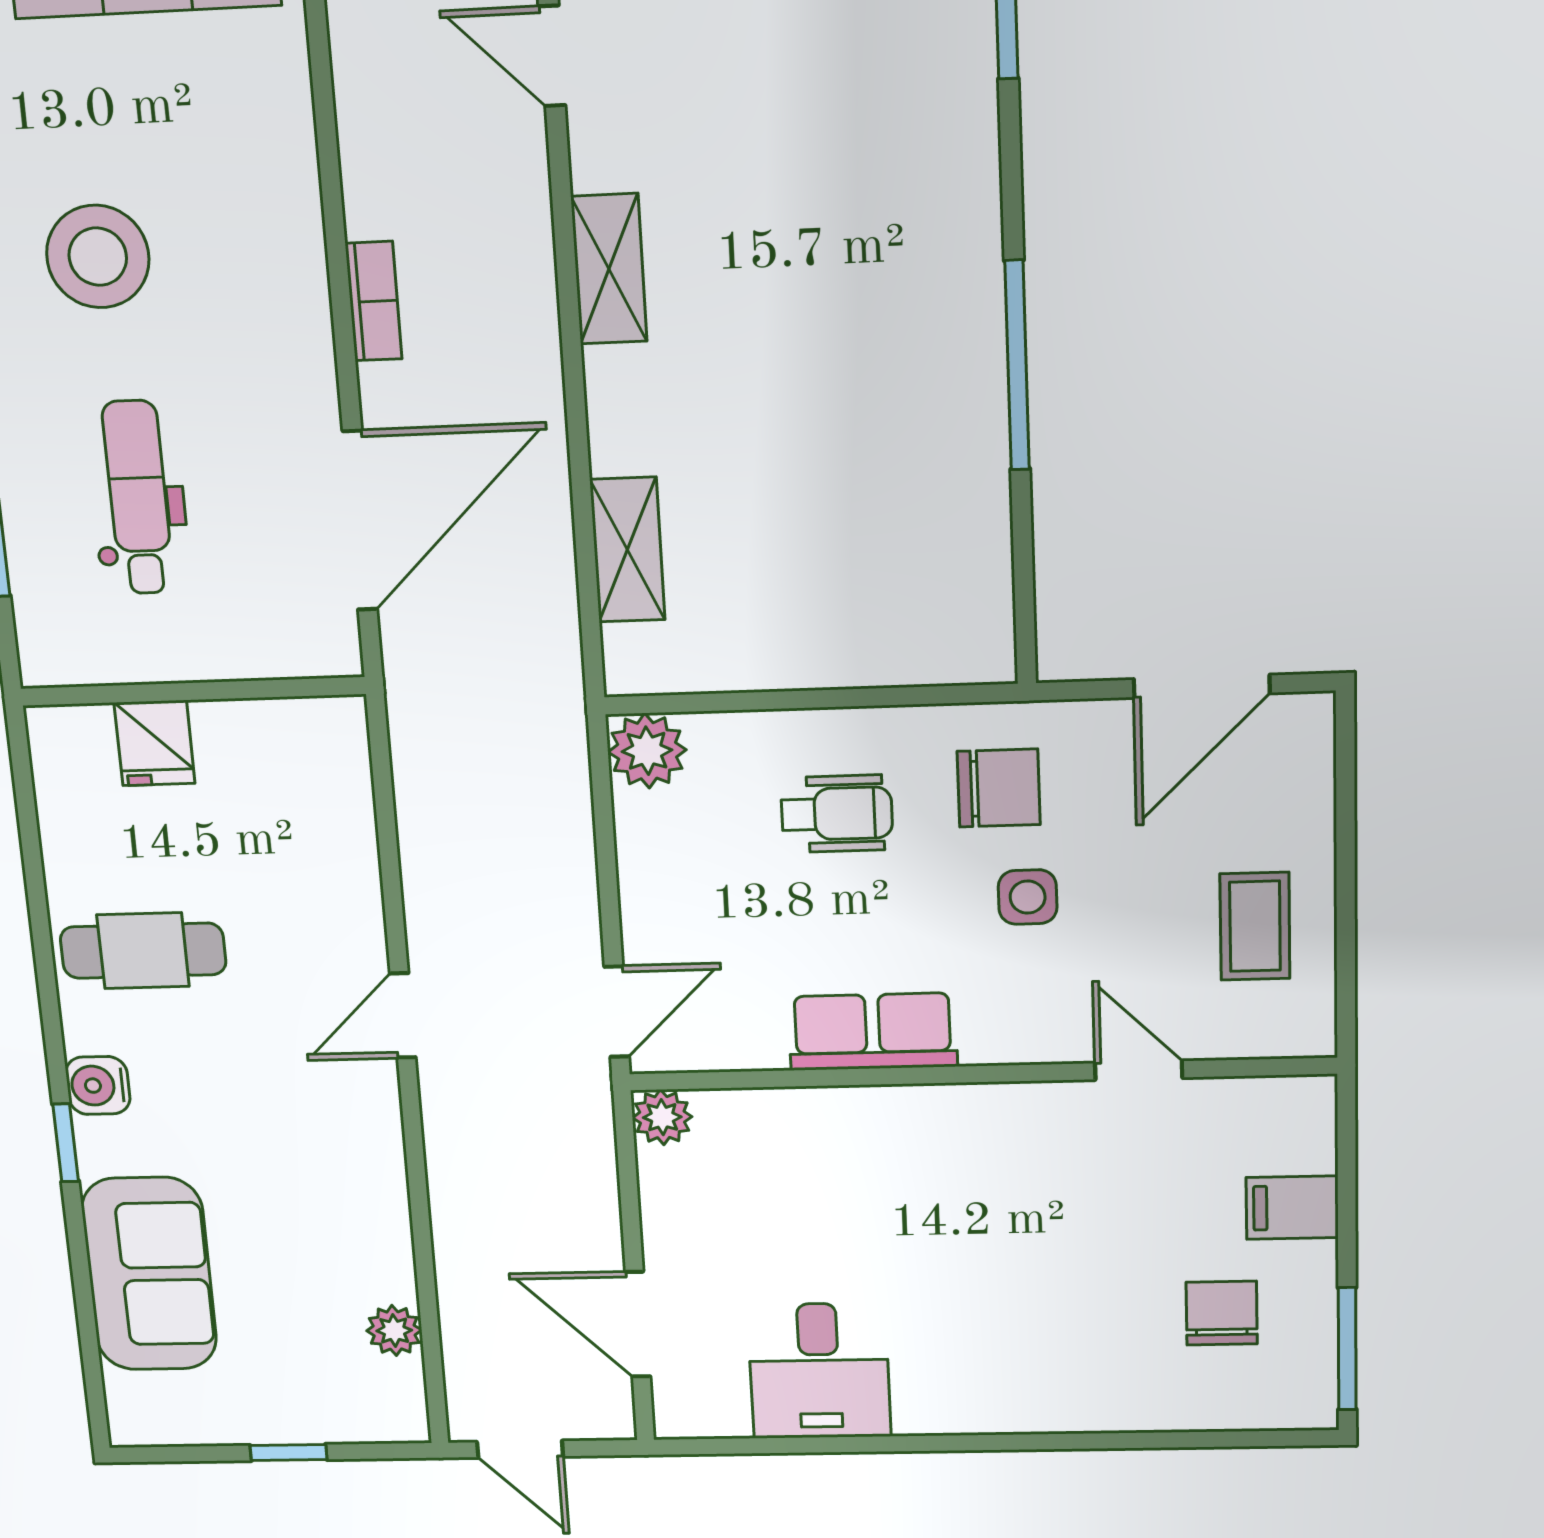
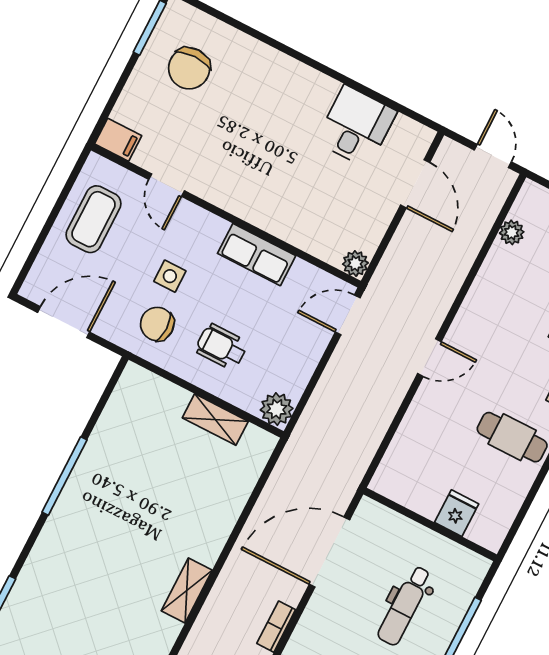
shelving: (627, 550) -> (215, 420), moved, turned 90
coffee table: (1255, 926) -> (94, 219), width x1.36, depth x1.30
filing cabinet: (1292, 1208) -> (118, 140), moved
chair: (1222, 1313) -> (189, 68), width x1.37, depth x1.37

